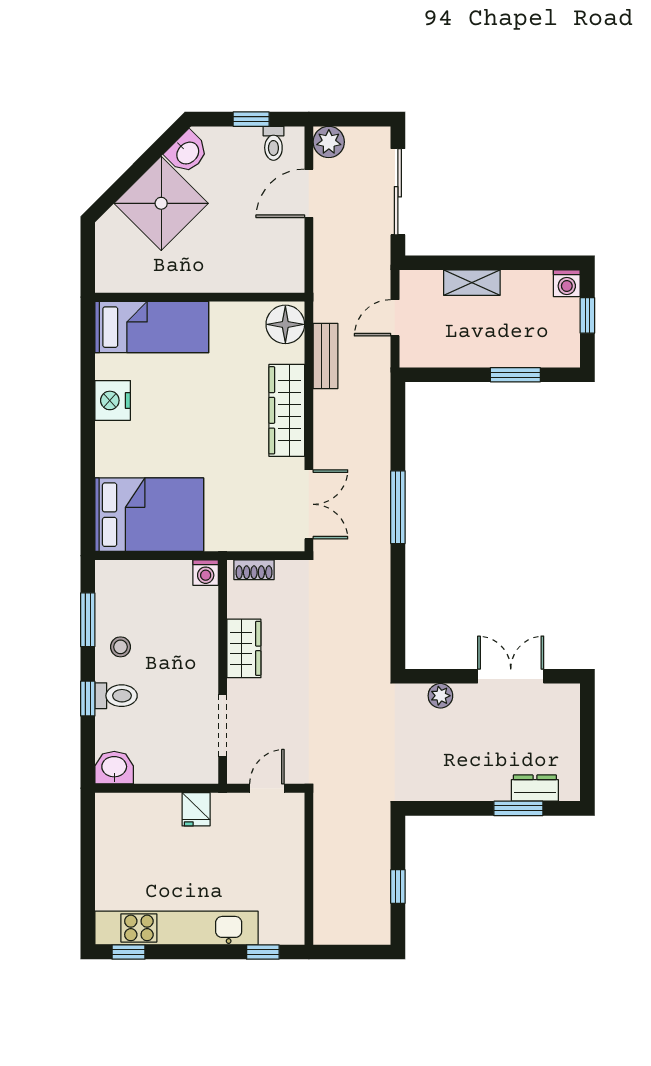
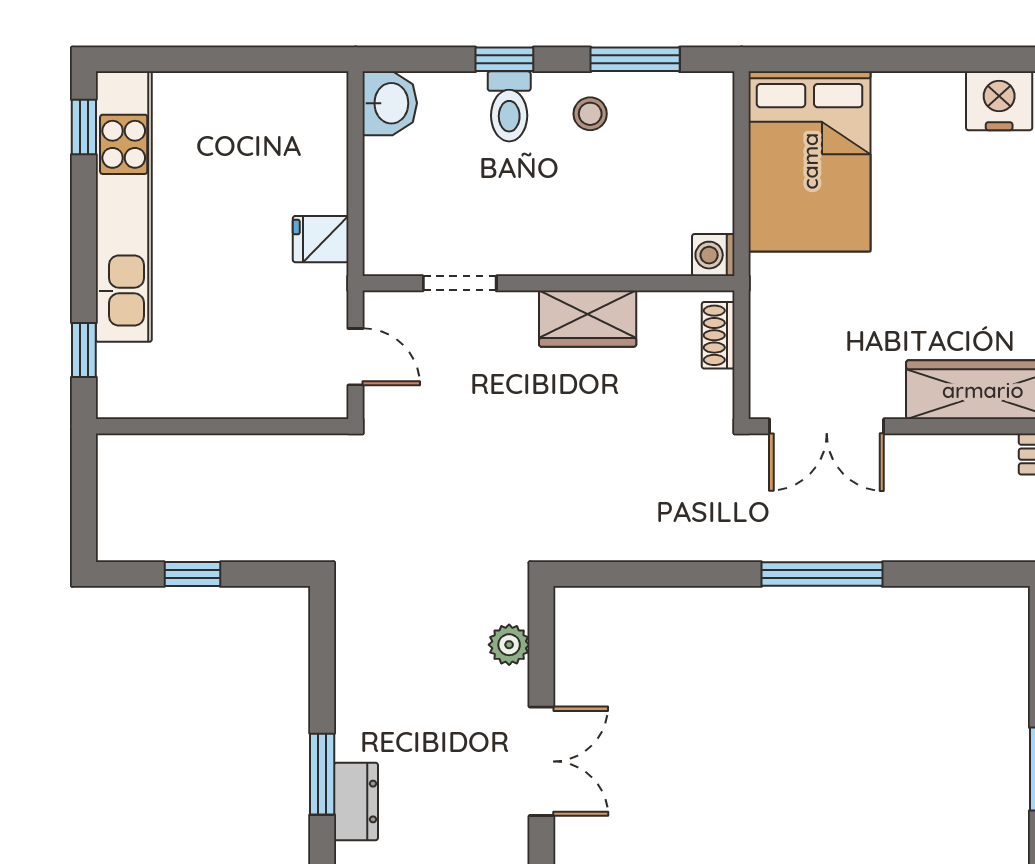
doorway: (223, 725) -> (460, 283), width x0.73

